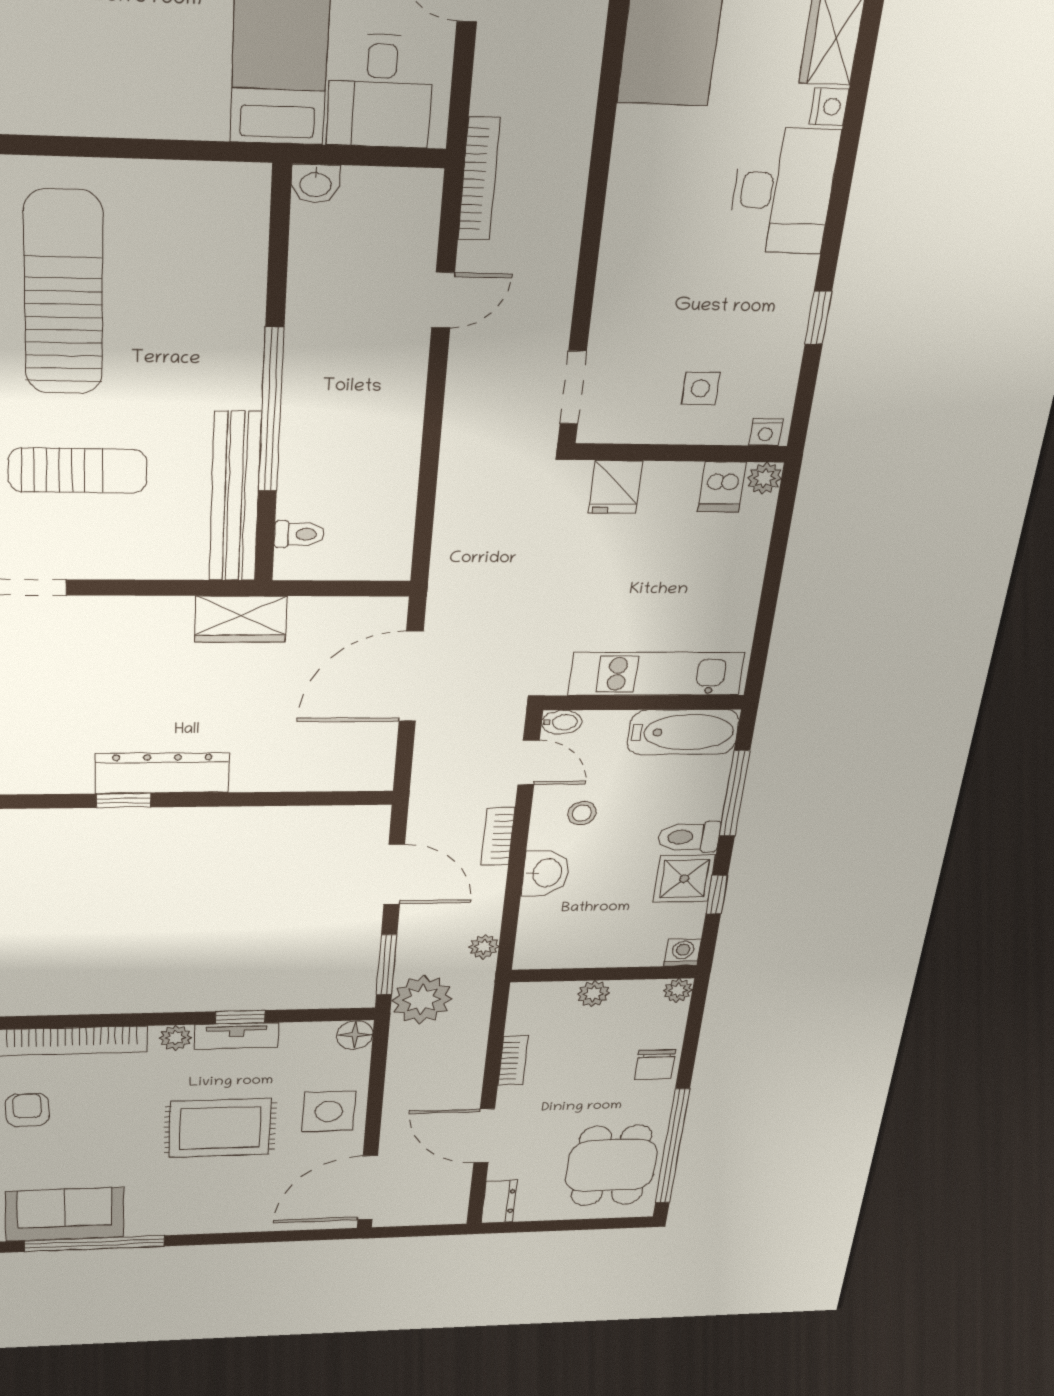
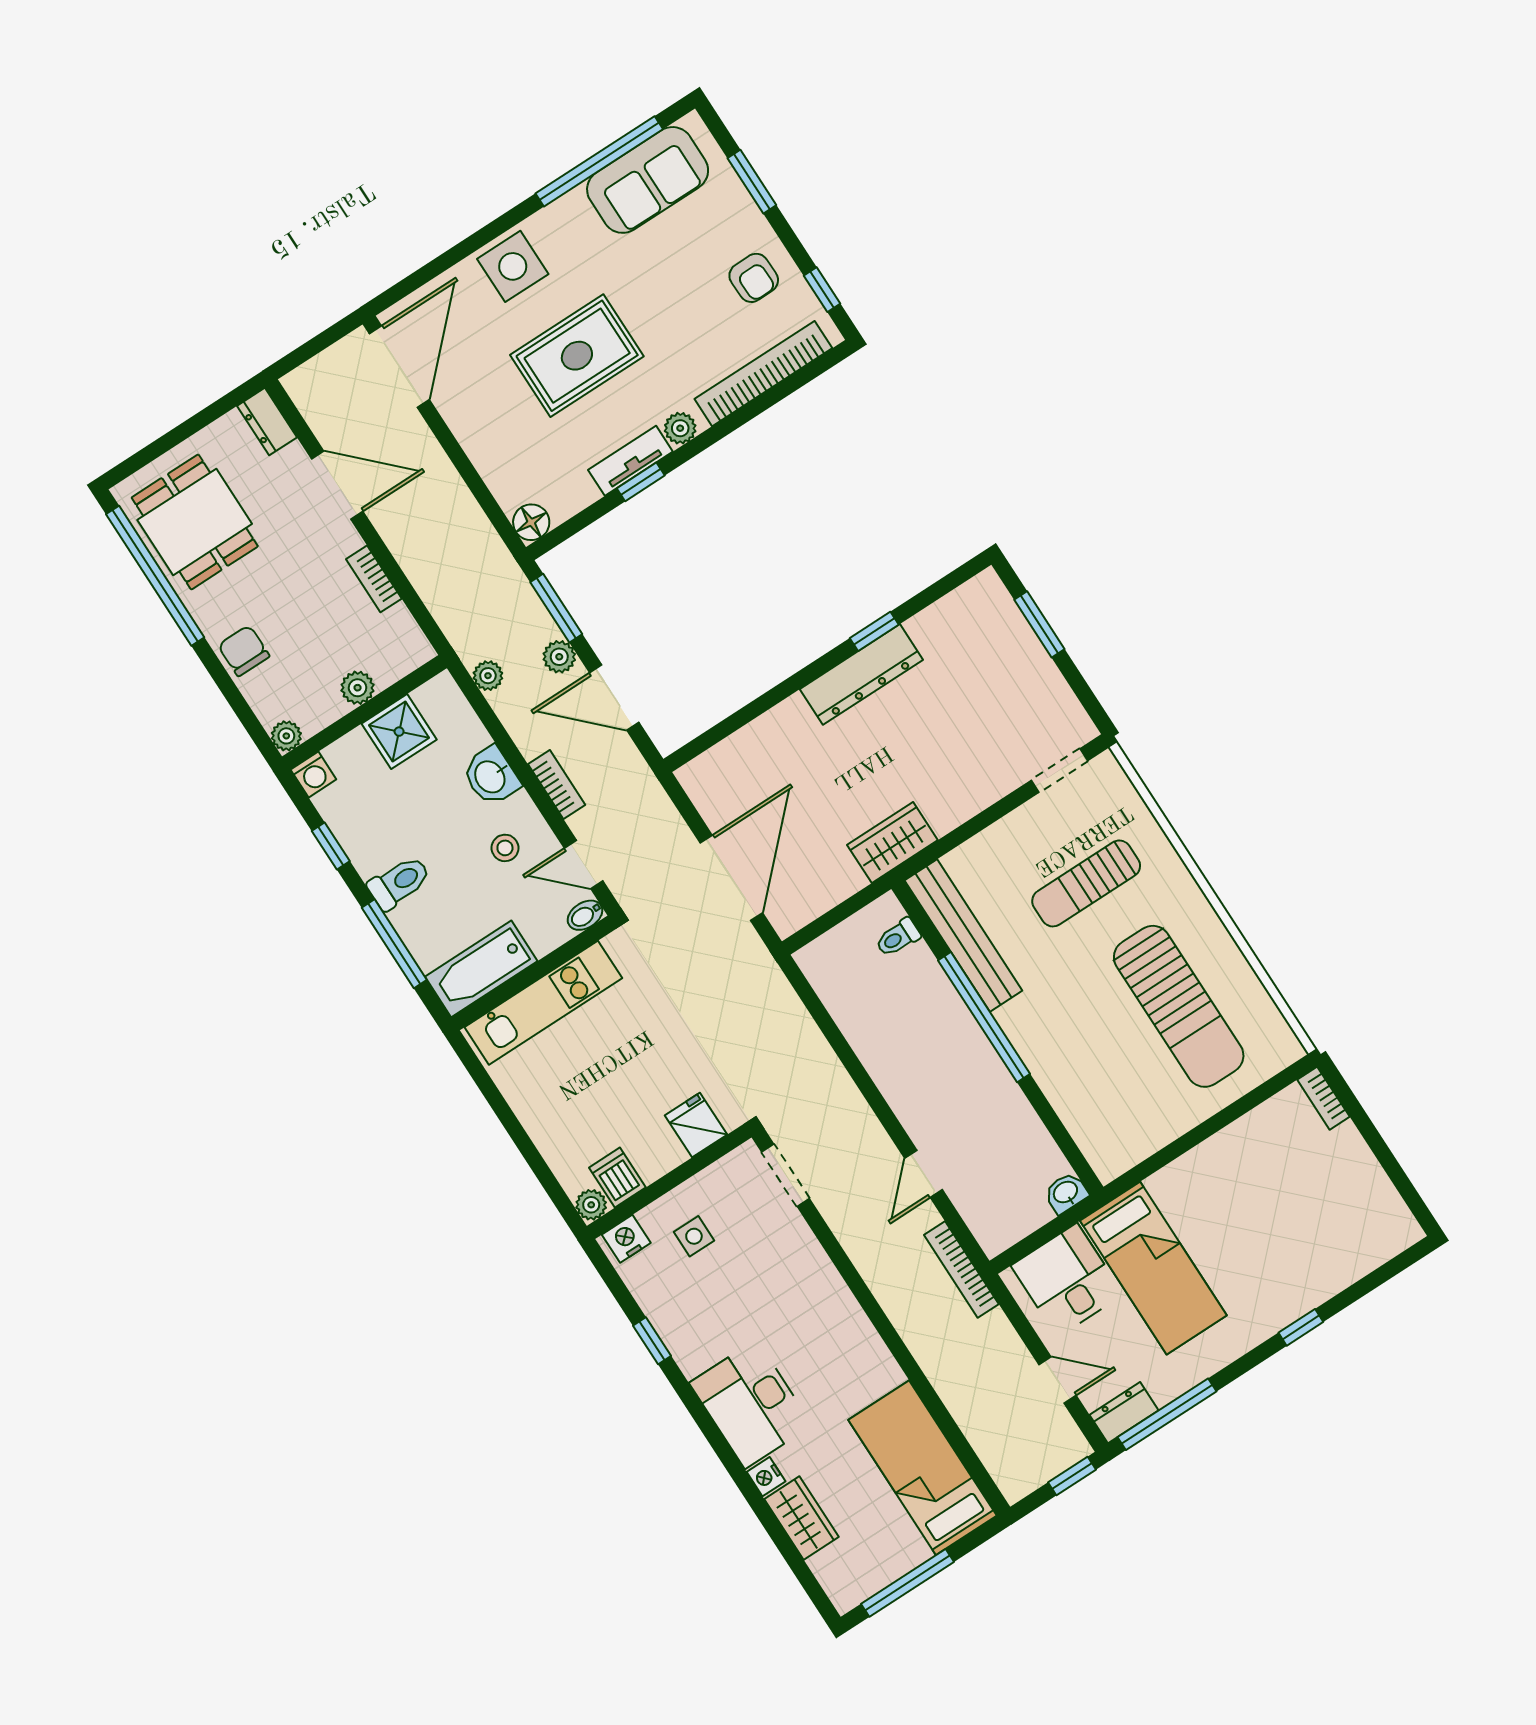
nightstand: (766, 432) -> (626, 1239), width x1.39, depth x1.35
shower: (684, 879) -> (399, 732), moved
plant: (422, 1000) -> (559, 657), moved, width x0.53, depth x0.53
side table: (329, 1112) -> (513, 266), moved

